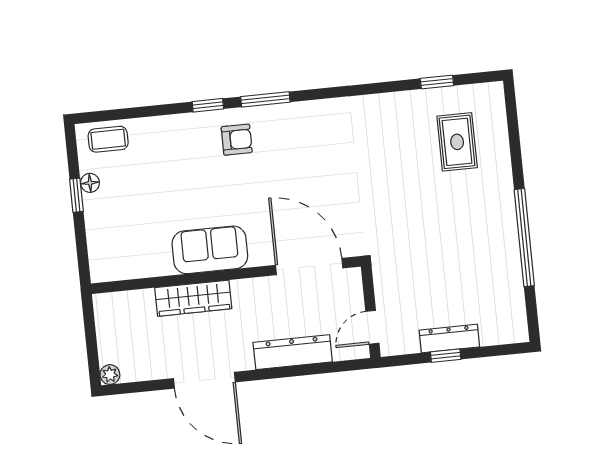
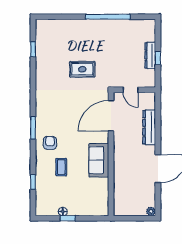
window: (208, 105) -> (33, 182), moved
coffee table: (108, 139) -> (61, 167), moved
rug: (457, 142) -> (82, 69), moved
wardrobe: (193, 298) -> (120, 170), removed
door: (372, 327) -> (131, 90), moved

